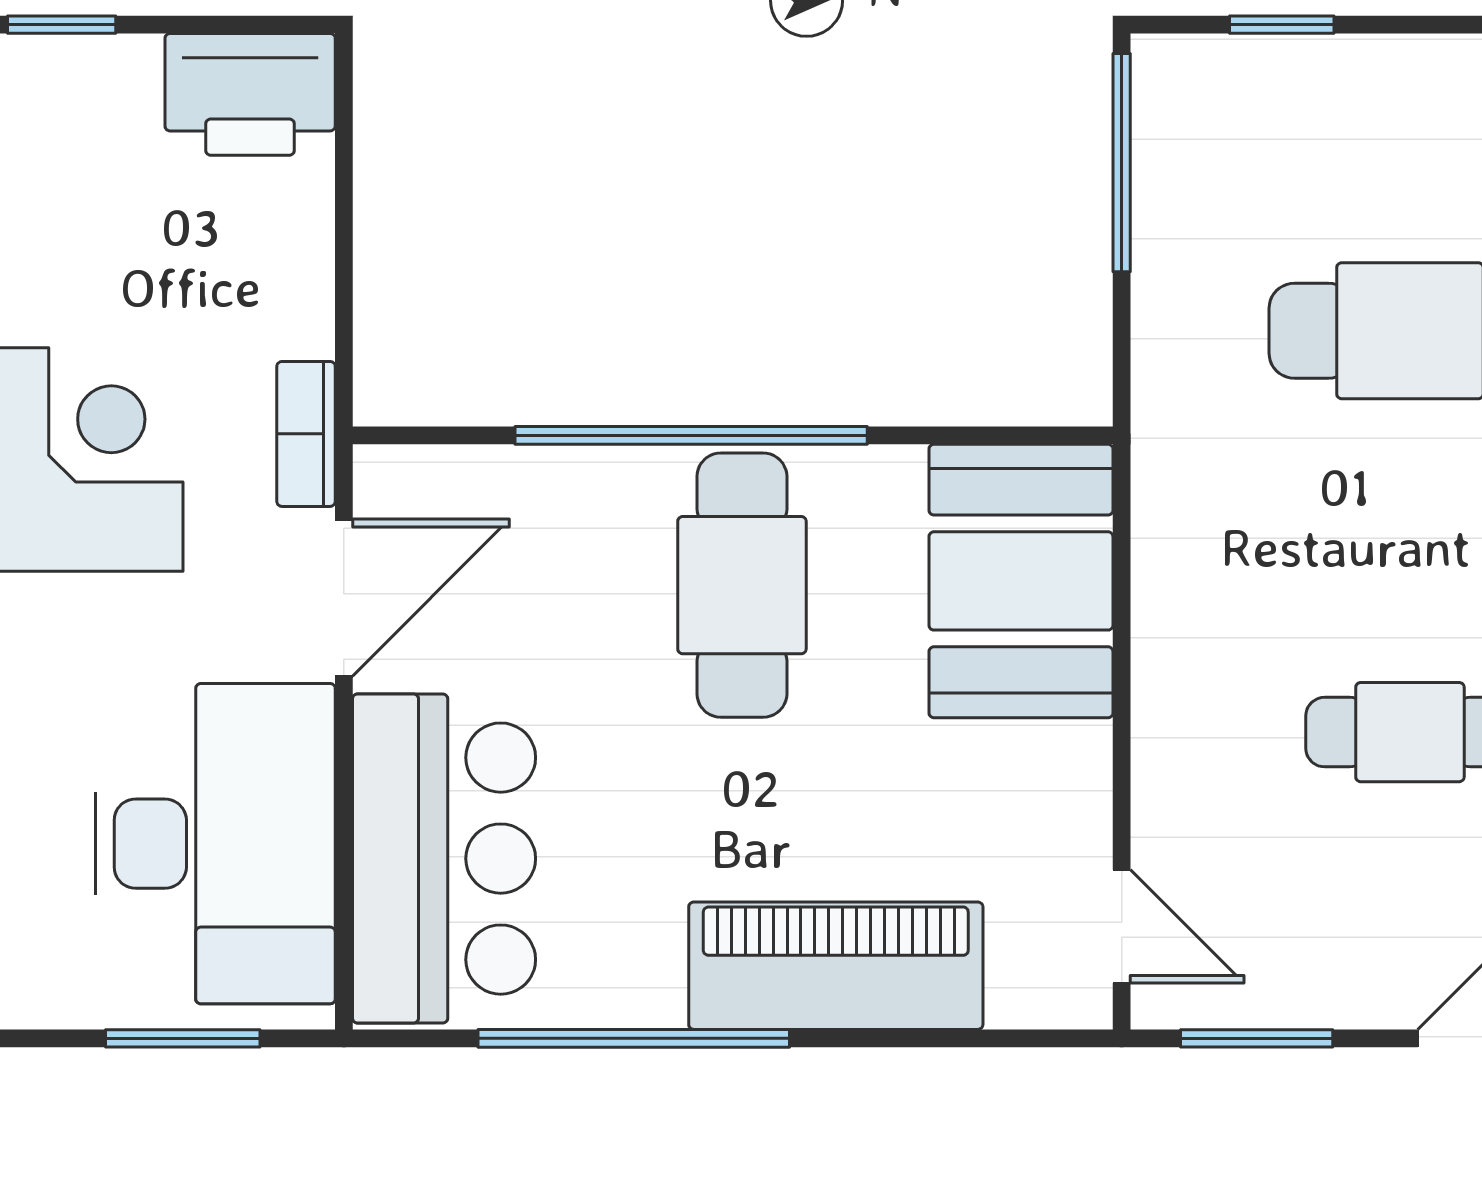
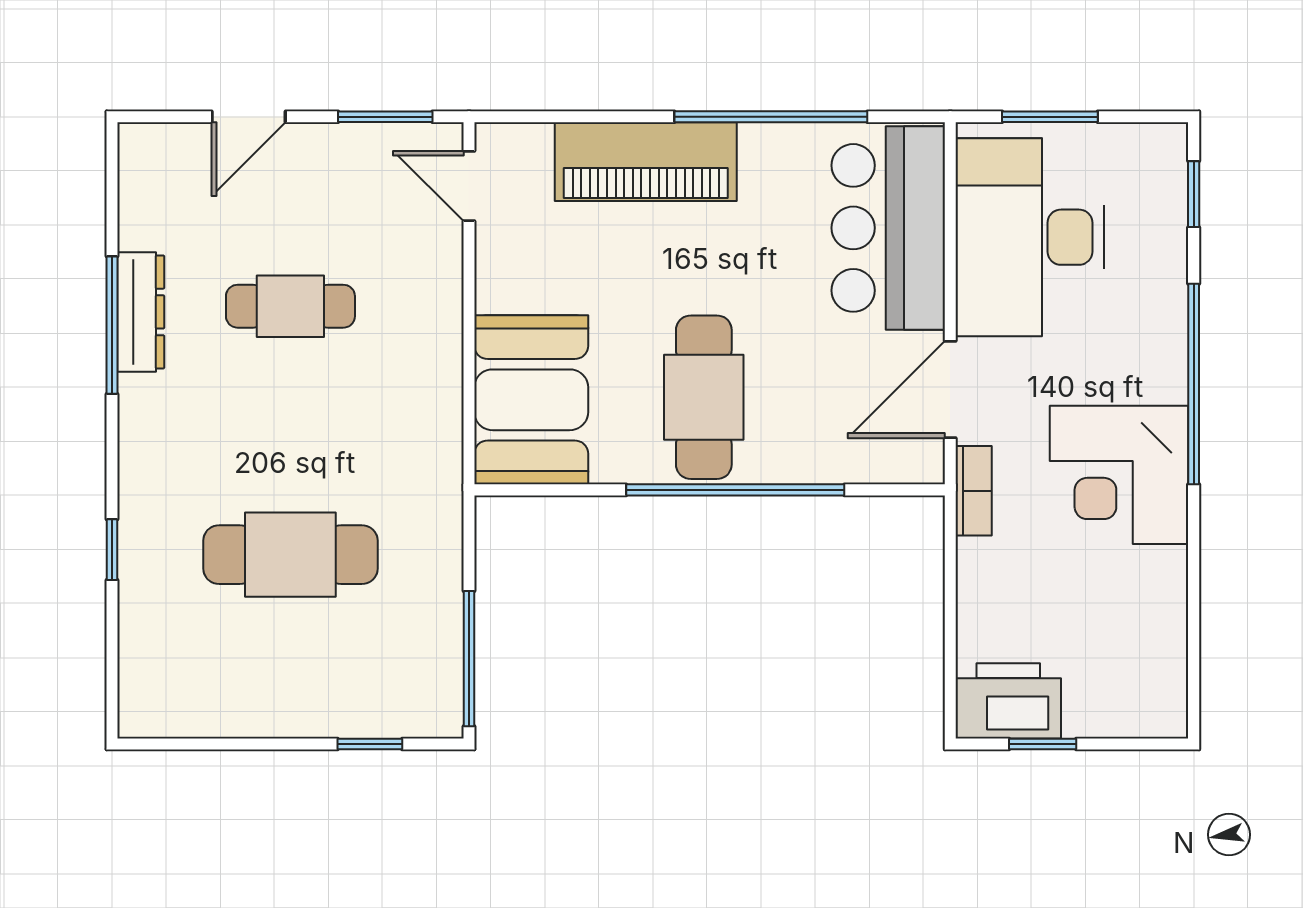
window: (62, 25) -> (1043, 744), moved

